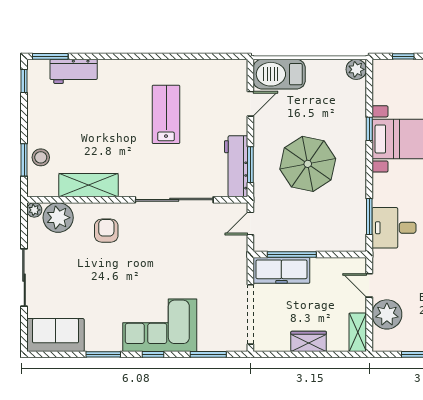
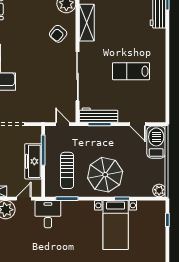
lab bench: (166, 114) -> (131, 71), turned 180
parasol: (308, 164) -> (105, 175), moved
sun lounger: (324, 216) -> (67, 170), added
desk: (394, 228) -> (48, 214), moved
armchair: (106, 231) -> (58, 34), turned 130
freezer: (281, 270) -> (33, 161), moved

